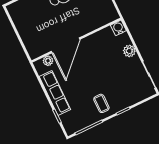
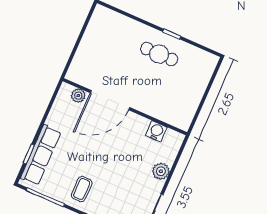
water cooler: (118, 28) -> (156, 131), moved
row of seats: (55, 93) -> (41, 155), moved

